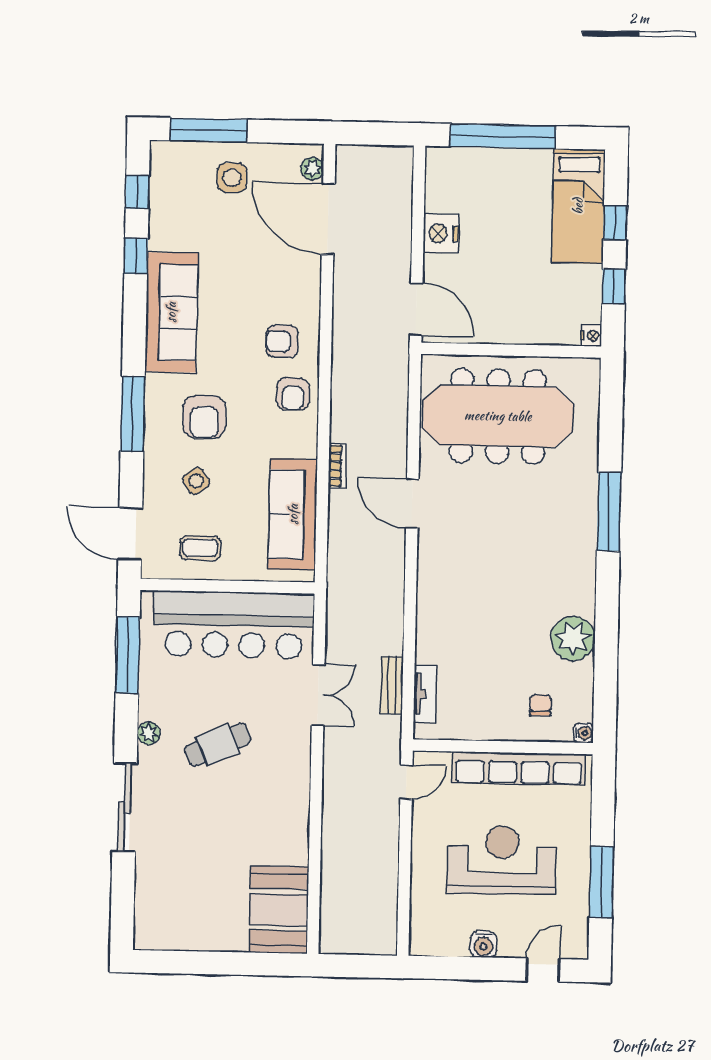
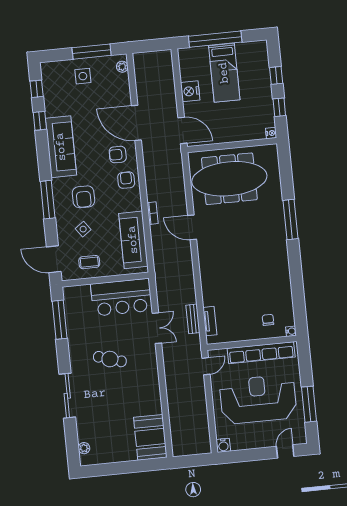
window: (209, 130) -> (92, 52), moved
bed: (578, 206) -> (224, 73), moved
door: (328, 219) -> (136, 123), moved
armchair: (293, 394) -> (126, 180), turned 180
bar counter: (234, 625) -> (121, 297), width x0.73
plant: (573, 638) -> (280, 285), removed
plant: (149, 733) -> (84, 448), moved
cafe table: (218, 745) -> (110, 359), turned 41
reception desk: (502, 860) -> (258, 399), width x1.36, depth x1.30
water cooler: (483, 944) -> (223, 445), moved

